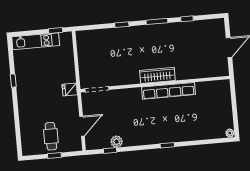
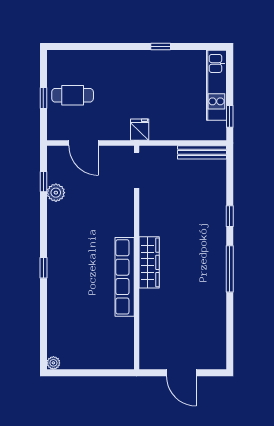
window: (187, 19) -> (230, 314), removed
window: (157, 21) -> (230, 269), width x1.44
bench: (81, 47) -> (202, 152), added

